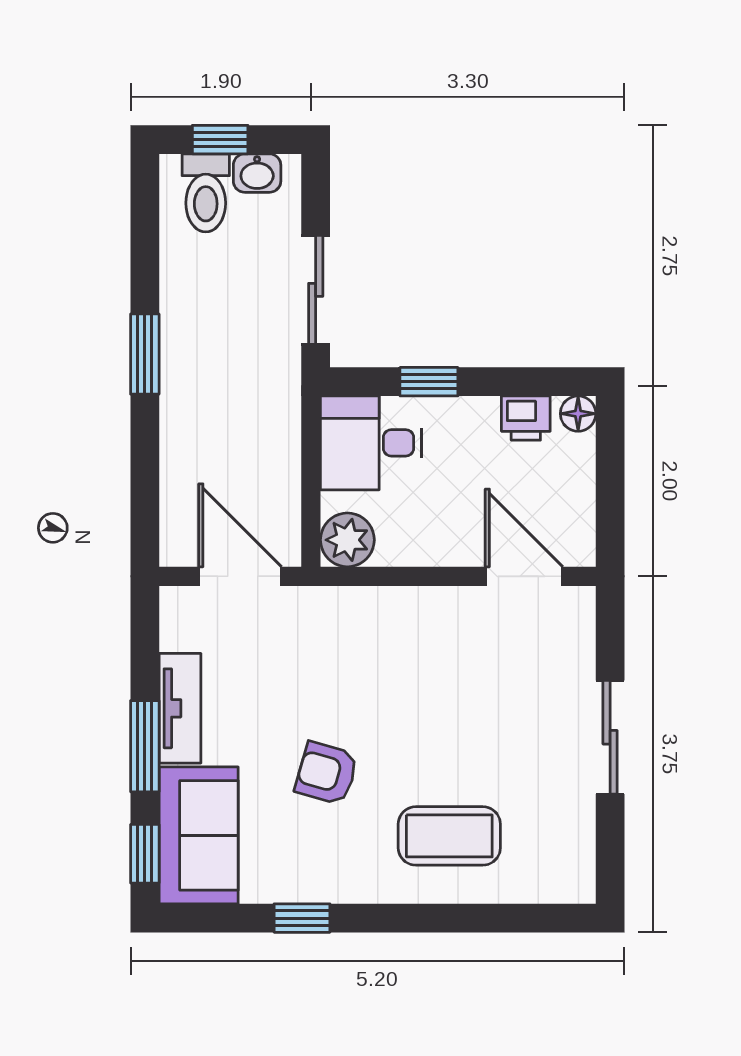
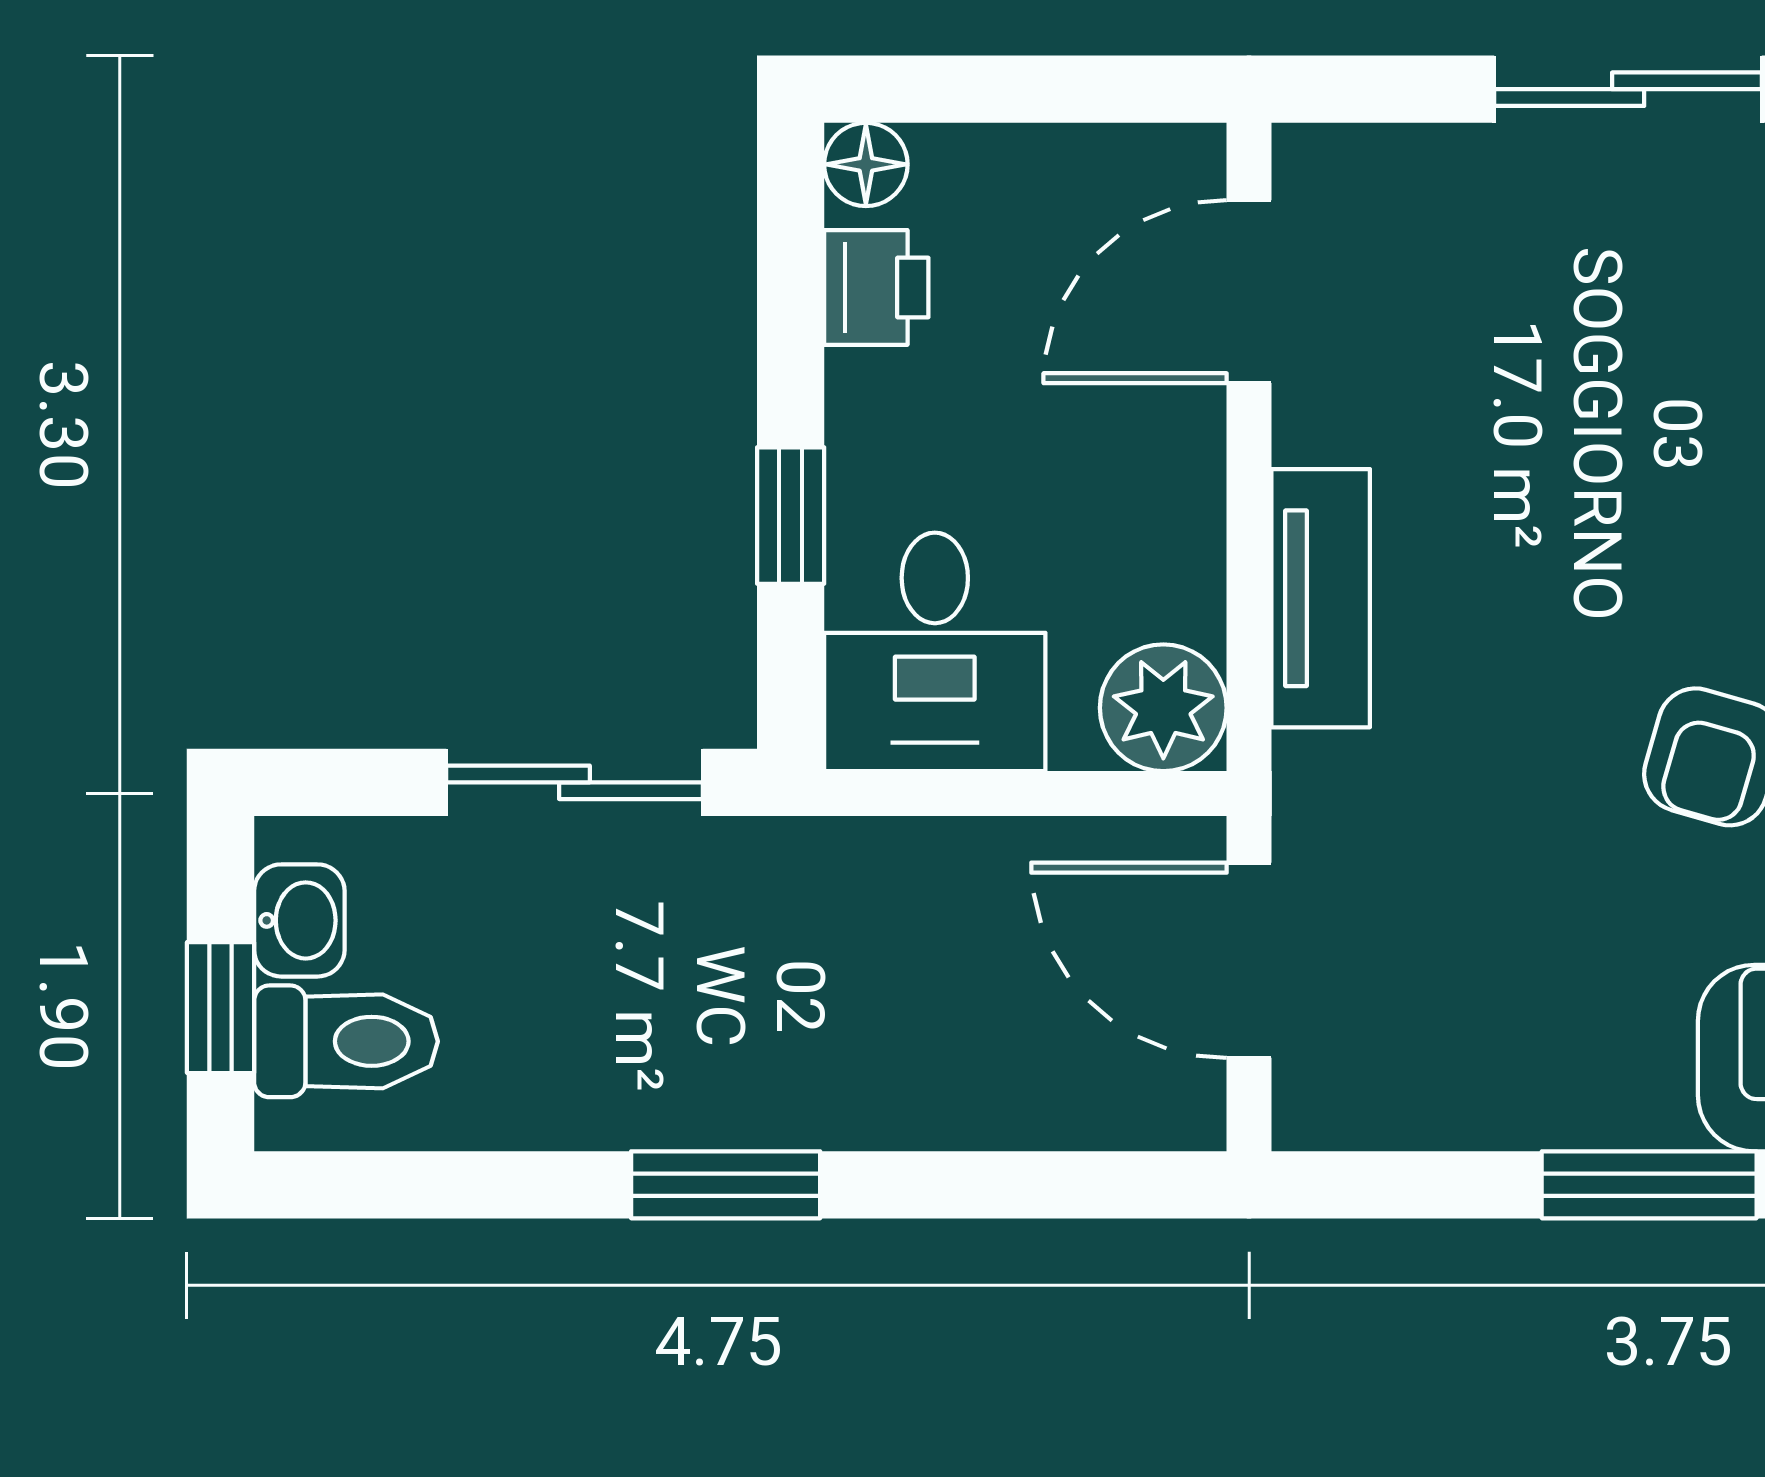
door: (240, 576) -> (1249, 960), hinge flipped
tv unit: (180, 708) -> (1321, 598), moved, turned 90

